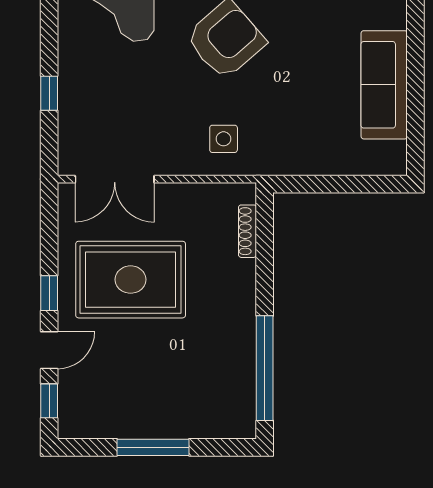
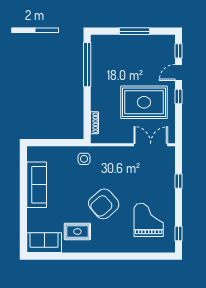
side table: (224, 139) -> (84, 159), moved

